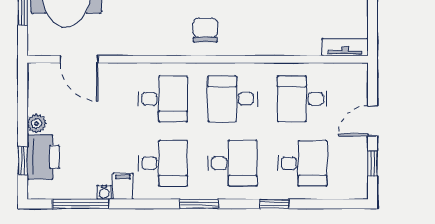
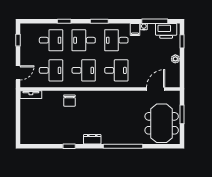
chair: (205, 30) -> (69, 101), moved
door: (79, 59) -> (156, 89), hinge flipped
desk: (163, 99) -> (116, 70), turned 180
door: (372, 121) -> (18, 73), moved
printer: (43, 157) -> (166, 31), moved, turned -90
desk: (302, 163) -> (51, 40), turned 180

